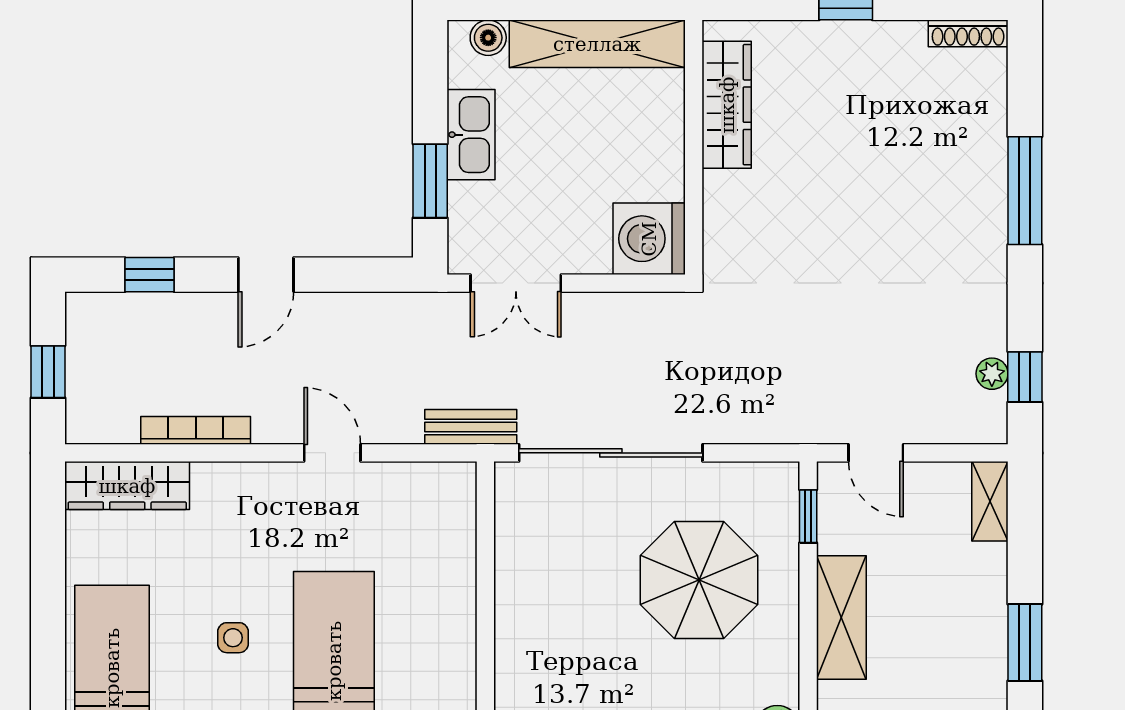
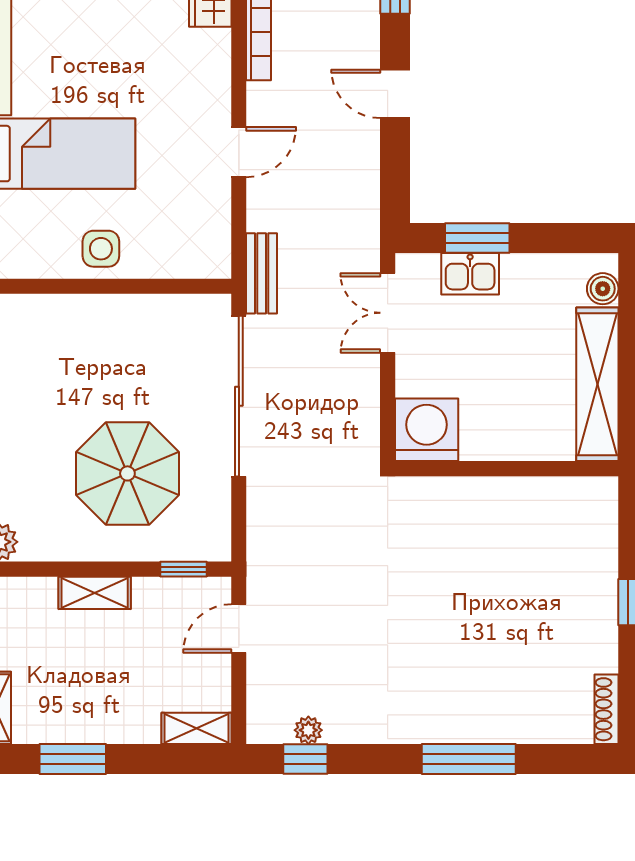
wardrobe: (727, 105) -> (544, 498), removed
kitchen sink: (471, 135) -> (470, 274), moved, width x0.73
shelving: (841, 618) -> (95, 593), width x0.67, depth x0.75
side table: (233, 638) -> (101, 249), moved, width x1.37, depth x1.37

